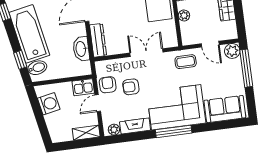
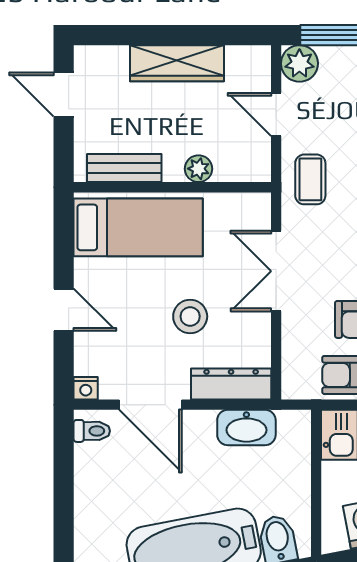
stool: (123, 20) -> (190, 316), added
door: (210, 44) -> (276, 114), swing flipped

